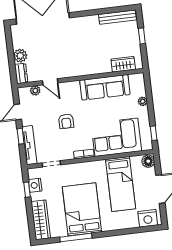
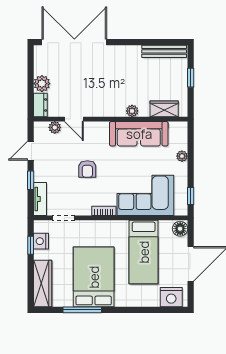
plant: (97, 69) -> (132, 111), added
tv unit: (29, 145) -> (40, 199), width x0.71

